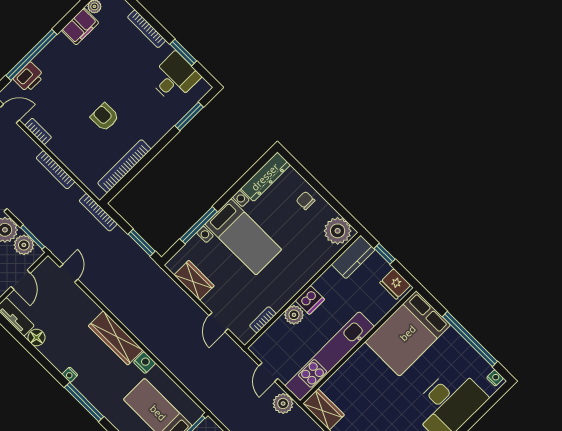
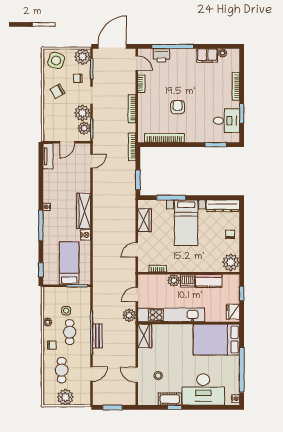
kitchen counter: (353, 257) -> (209, 281), moved
floor lamp: (36, 338) -> (48, 175), removed

